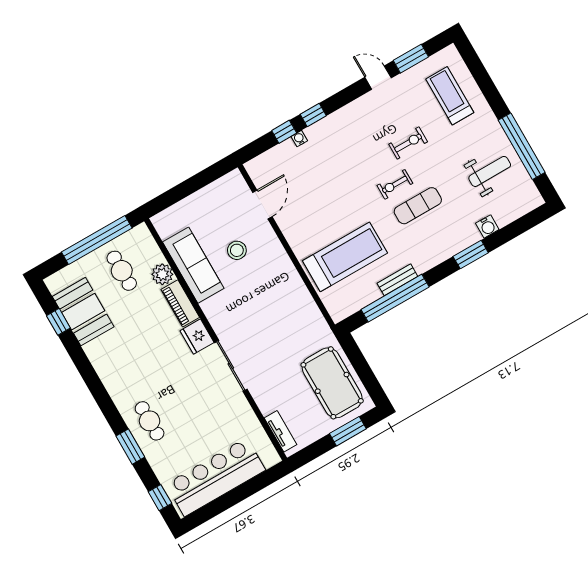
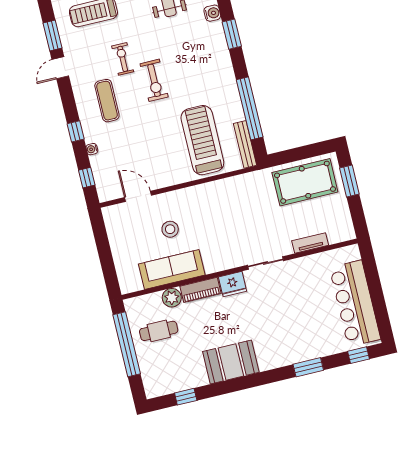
window: (284, 132) -> (87, 178), moved
exercise bike: (395, 184) -> (154, 80), width x1.38, depth x1.39
exercise mat: (418, 206) -> (107, 101), moved
bench: (397, 280) -> (245, 144), moved, width x1.36
booth: (83, 312) -> (231, 362), moved
sliding door: (231, 366) -> (266, 263), width x0.73
cafe table: (150, 421) -> (292, 345), removed
tv unit: (280, 431) -> (310, 243), moved

